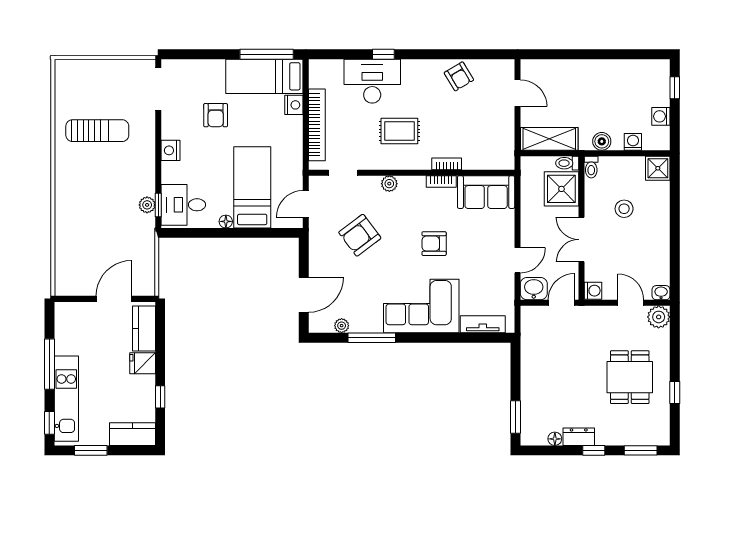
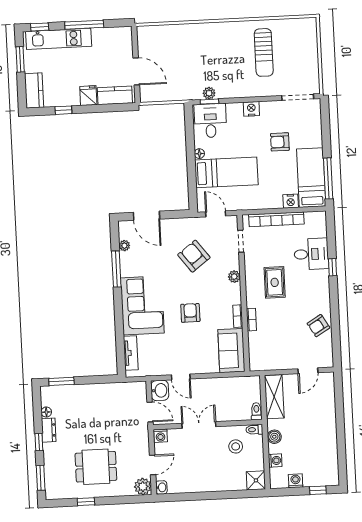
desk: (372, 81) -> (311, 254), width x0.73
shower: (561, 189) -> (237, 408), removed
stool: (624, 209) -> (236, 446), moved

